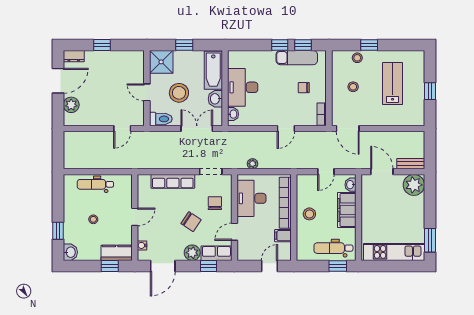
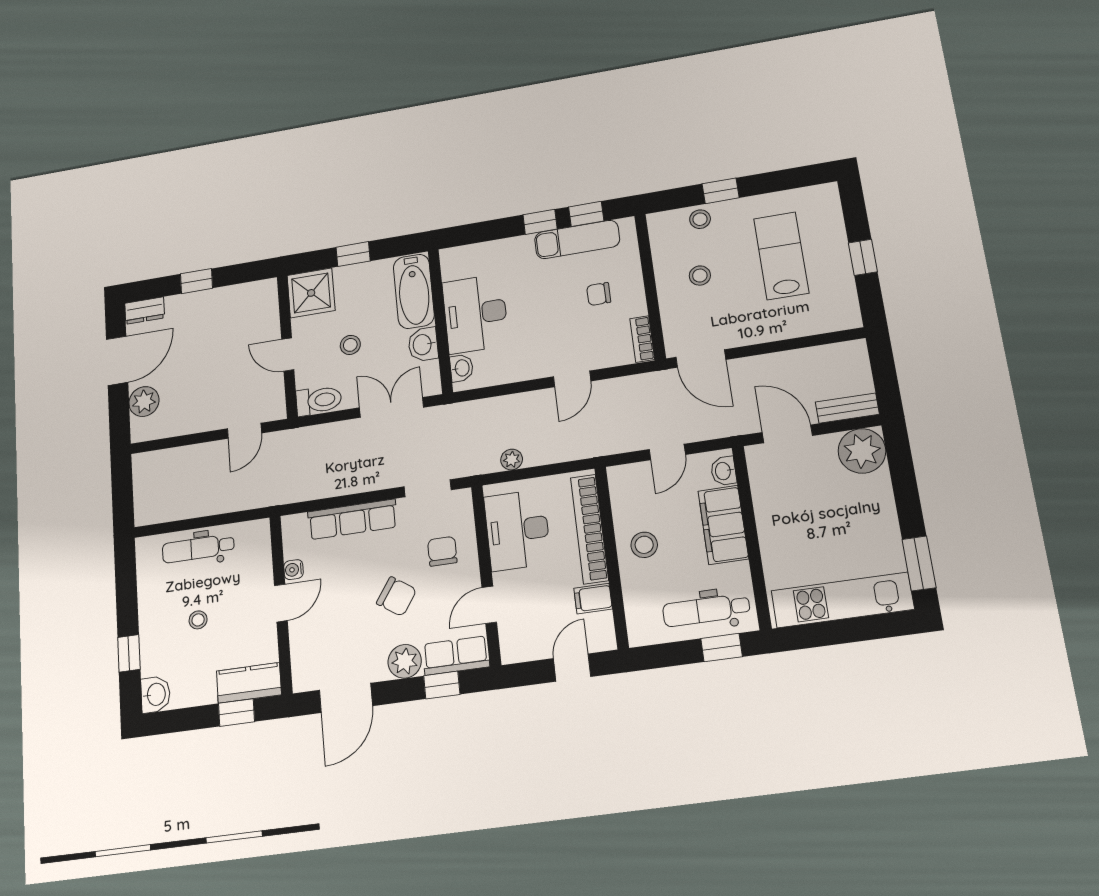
stool: (179, 93) -> (350, 345), width x0.53, depth x0.53
water cooler: (142, 245) -> (293, 570), moved

